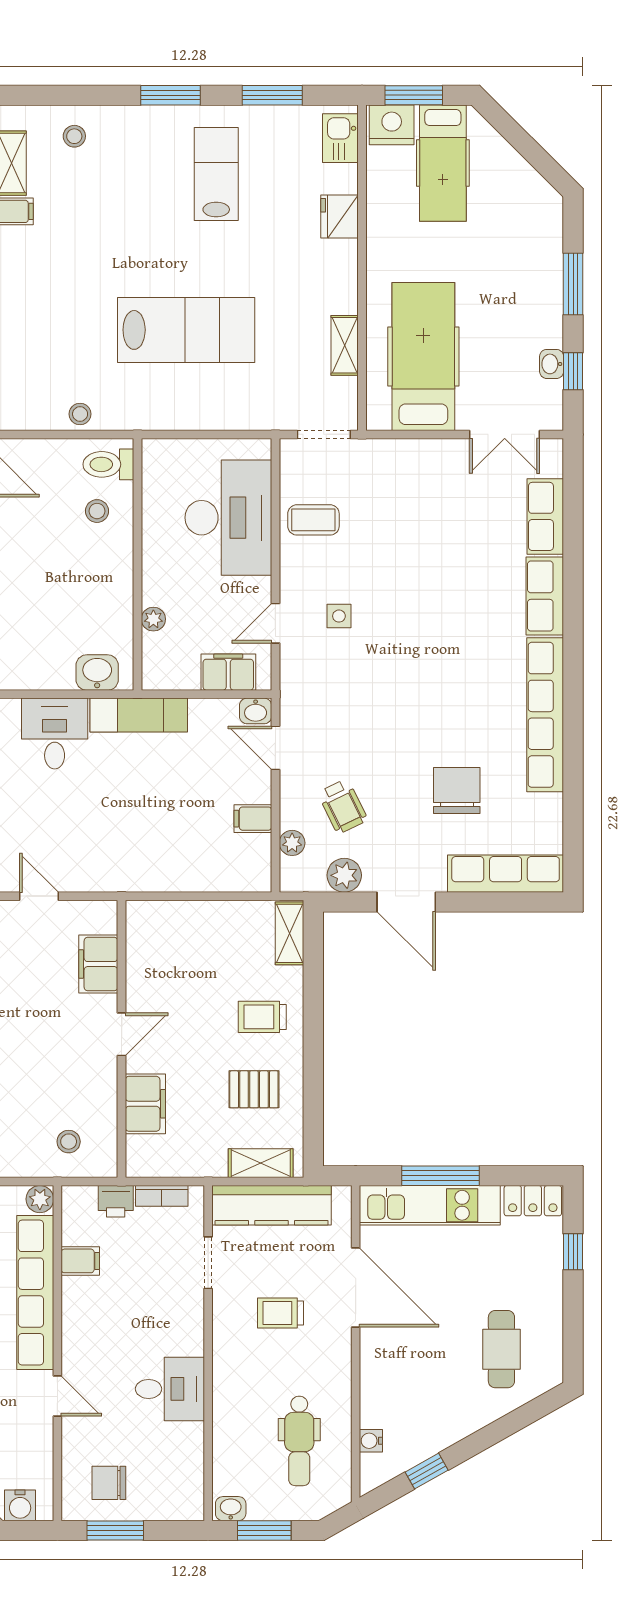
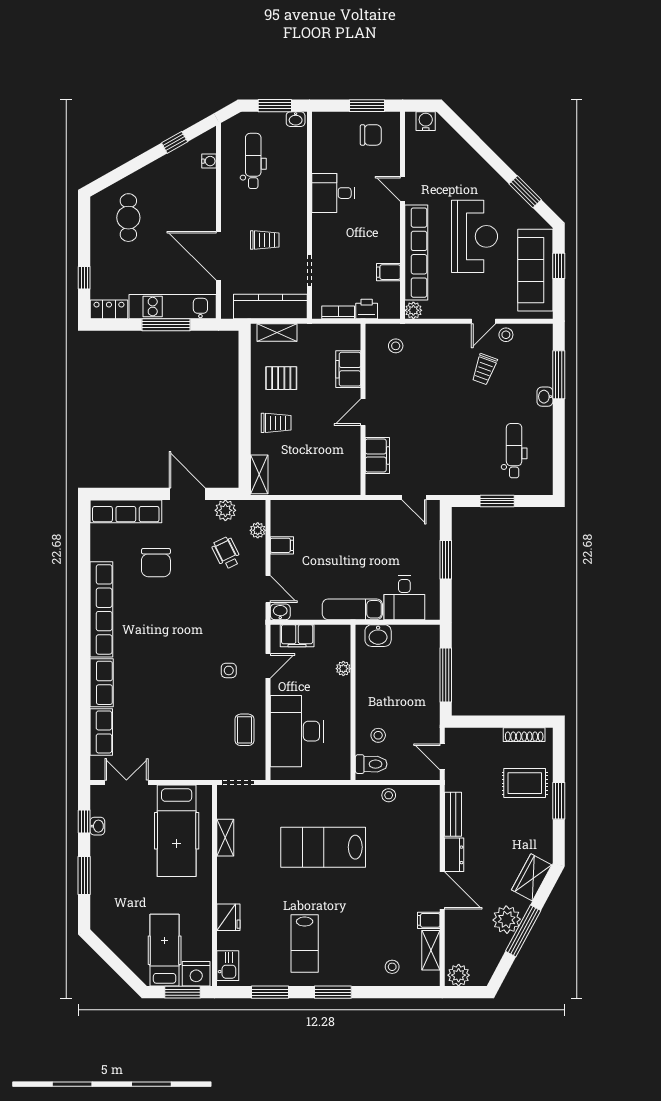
coffee table: (313, 520) -> (244, 730), turned 90

